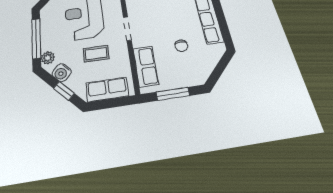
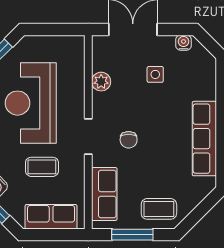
chair: (181, 46) -> (129, 140), moved
coffee table: (189, 71) -> (159, 209), added

